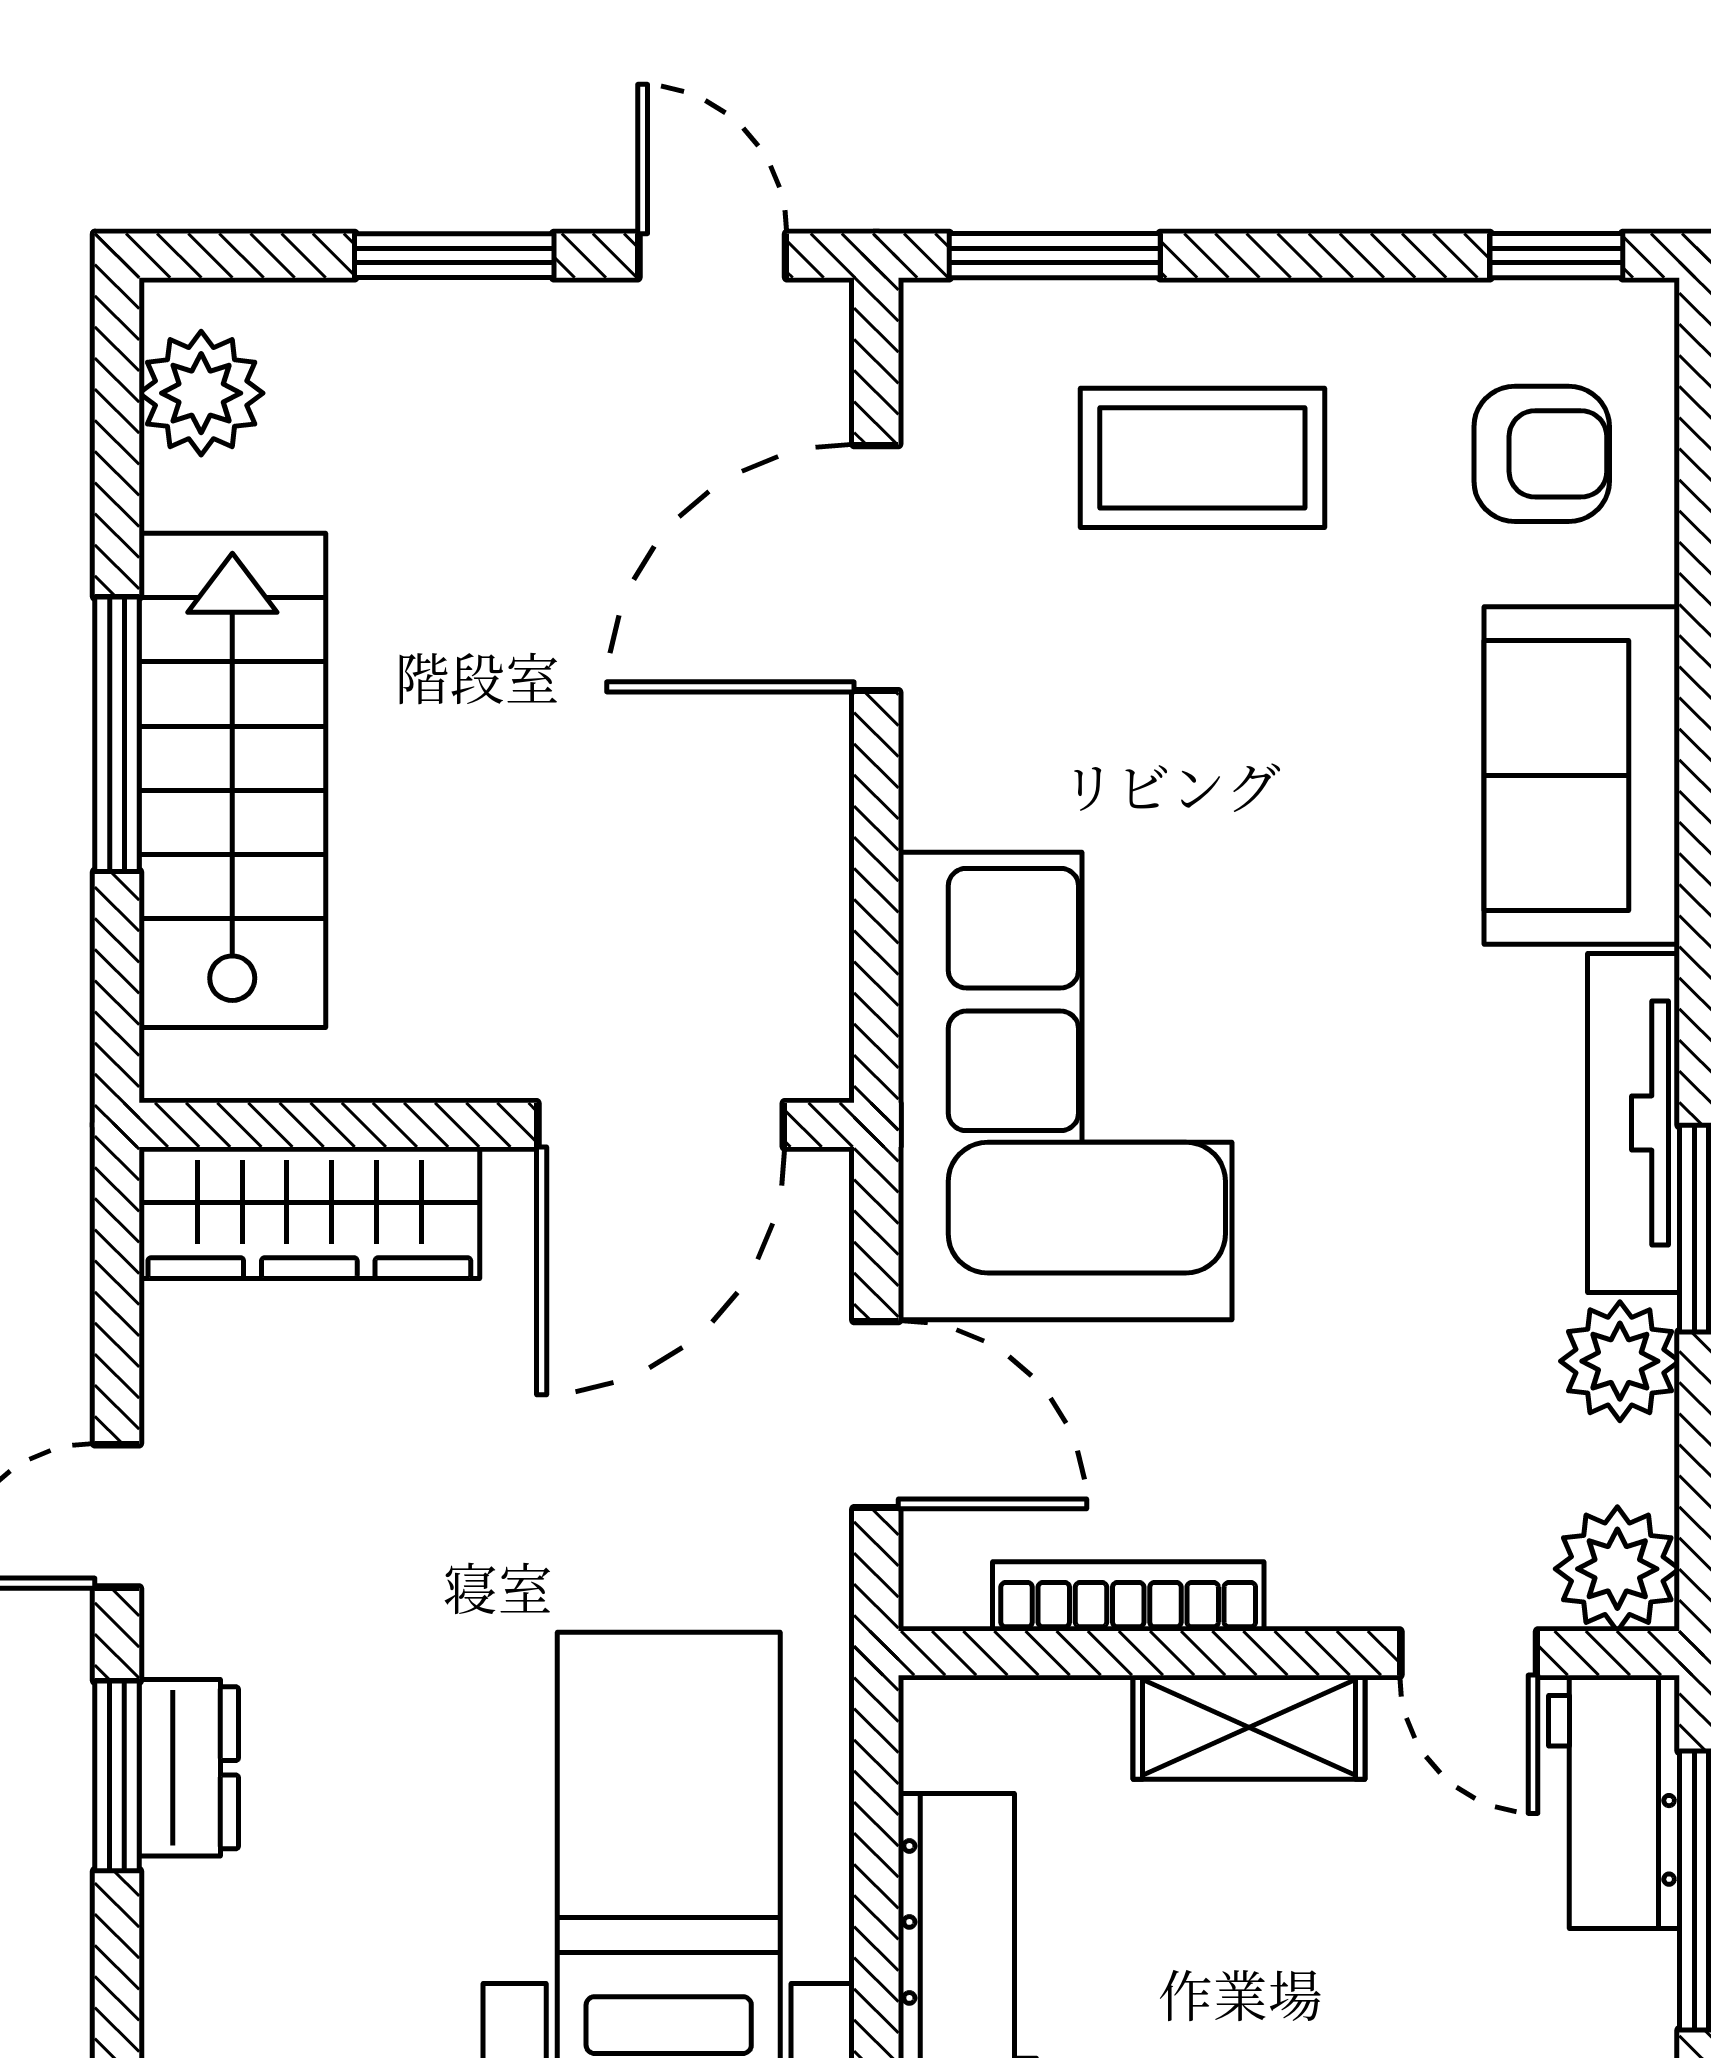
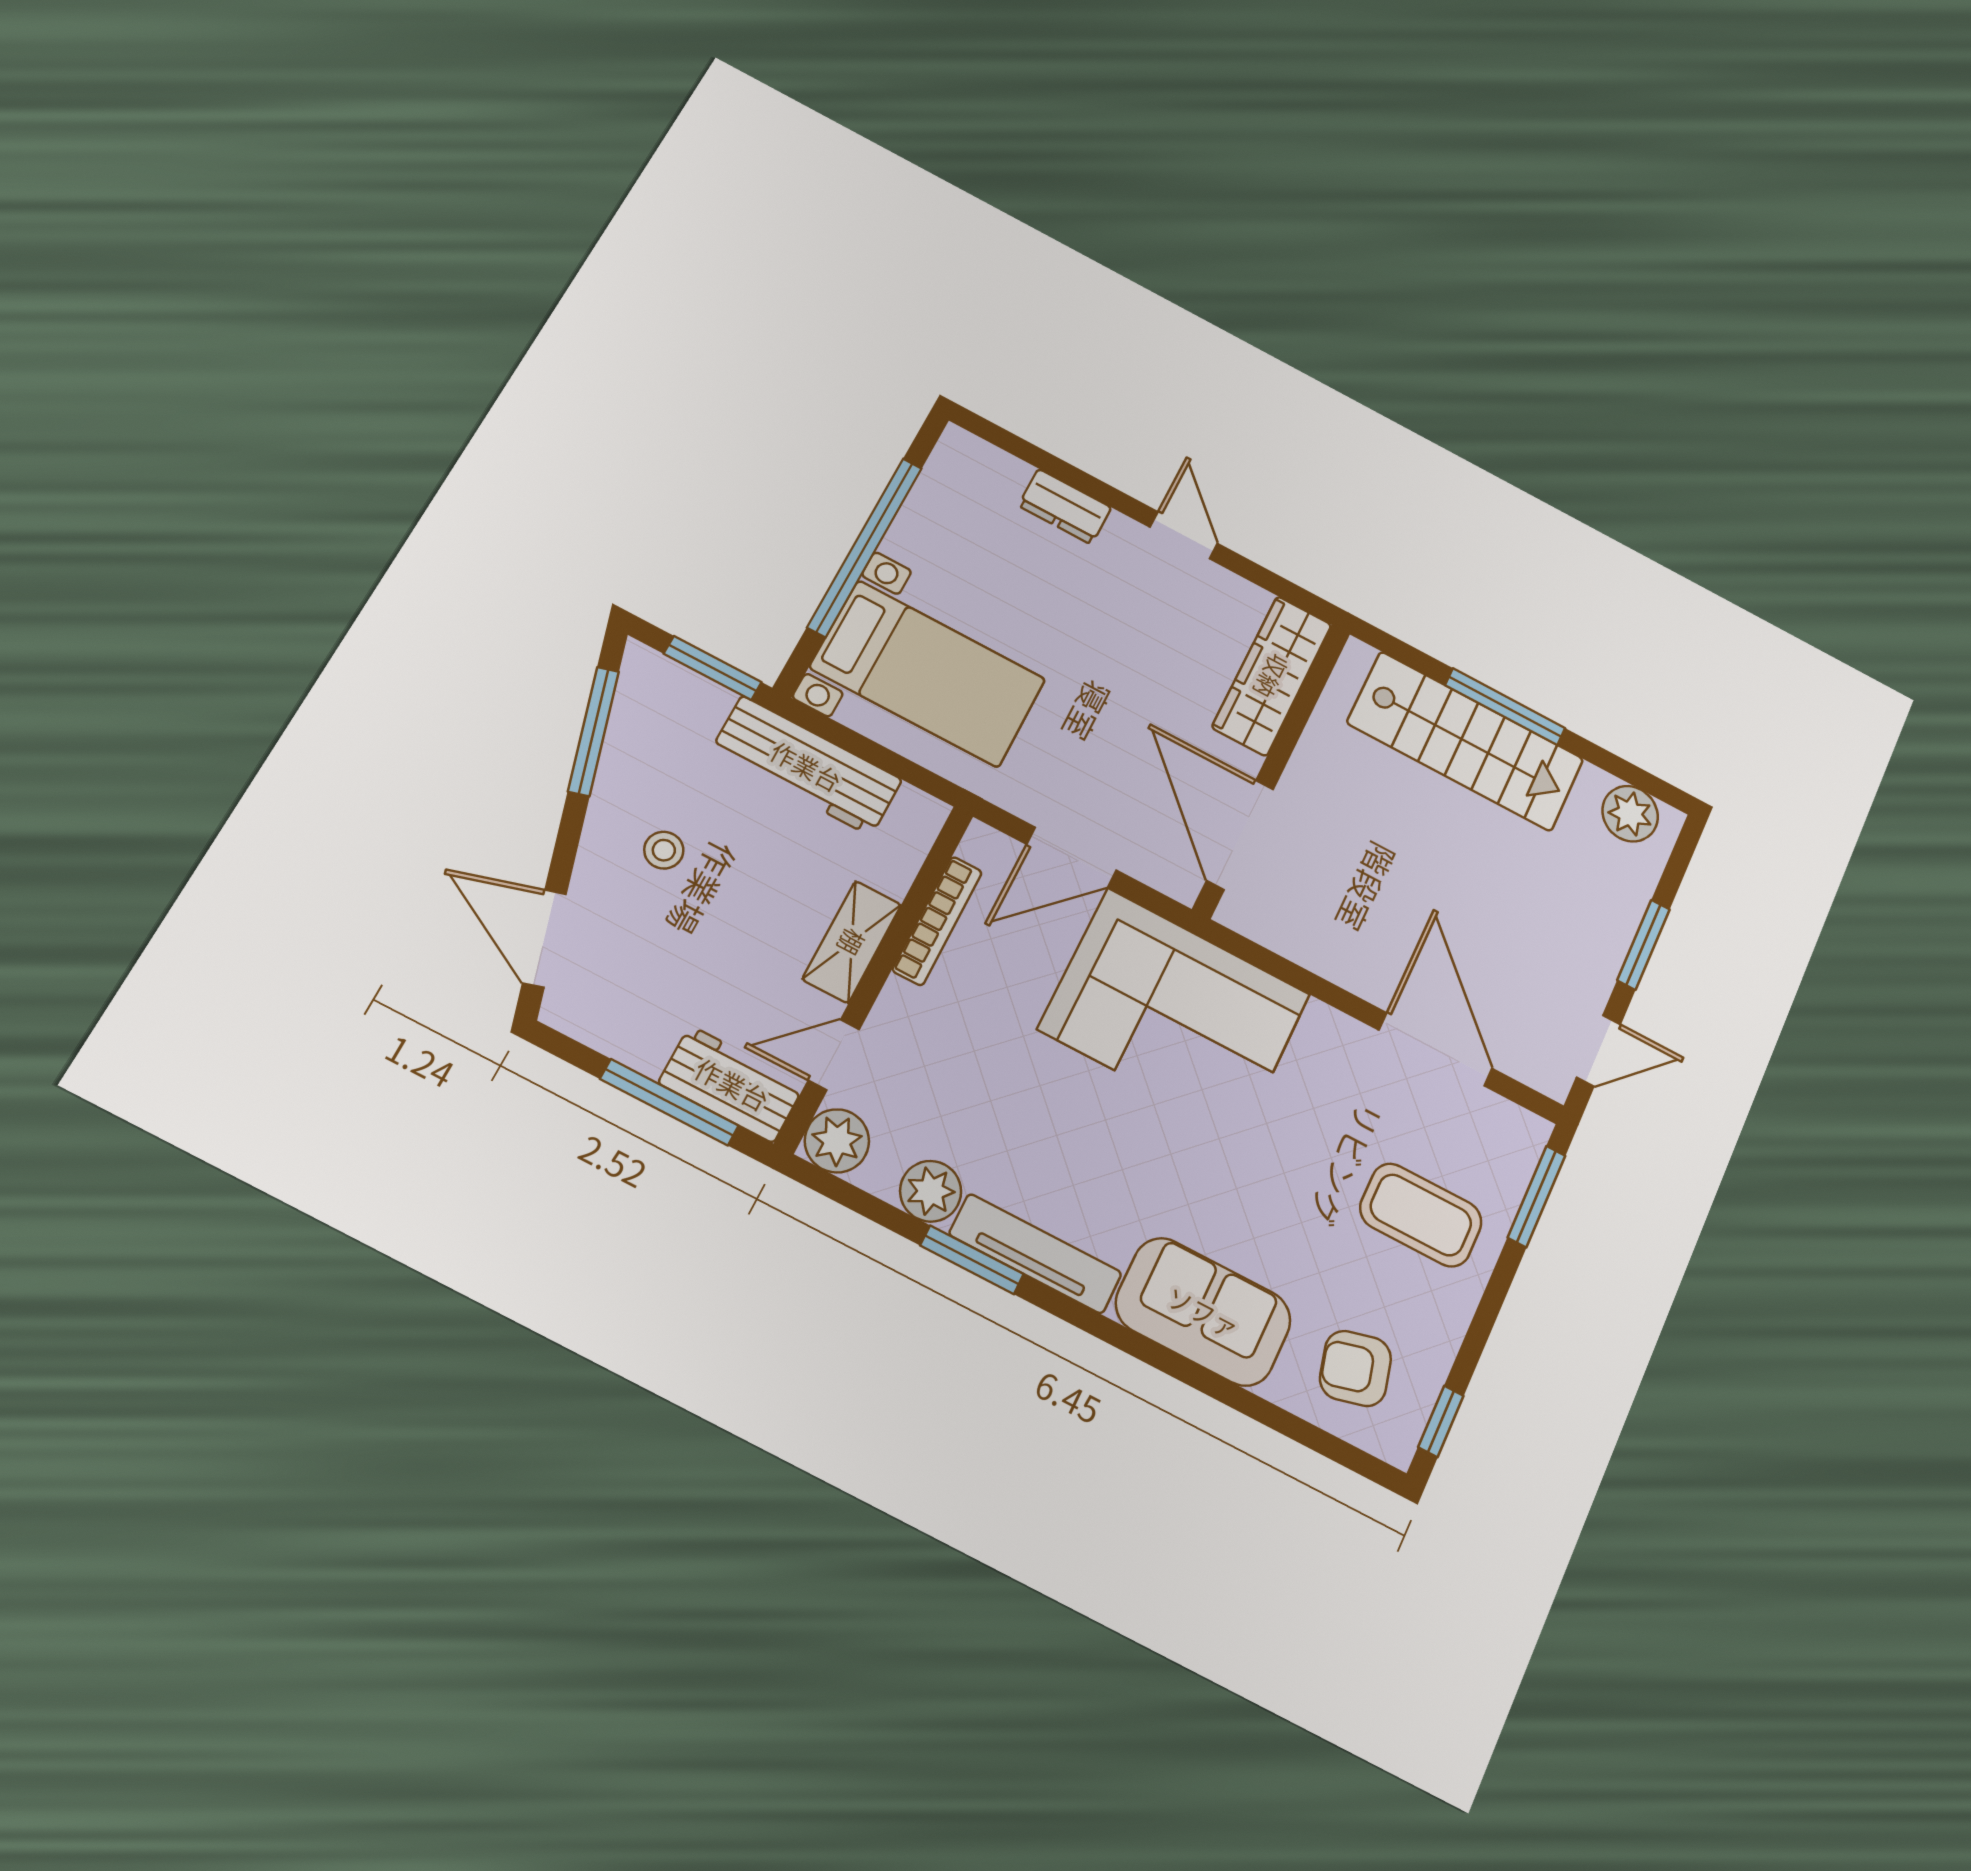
armchair: (1542, 454) -> (1355, 1368), turned 76
coffee table: (1202, 458) -> (1421, 1215), turned 90
window: (117, 1776) -> (1076, 478), removed

